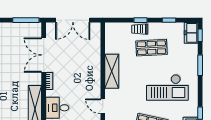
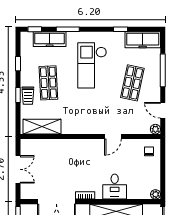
double door: (73, 20) -> (18, 169), width x0.73
freezer: (191, 33) -> (50, 39), moved, width x1.40
shelving: (112, 71) -> (42, 127), moved
checkout: (167, 87) -> (92, 65), turned 180

